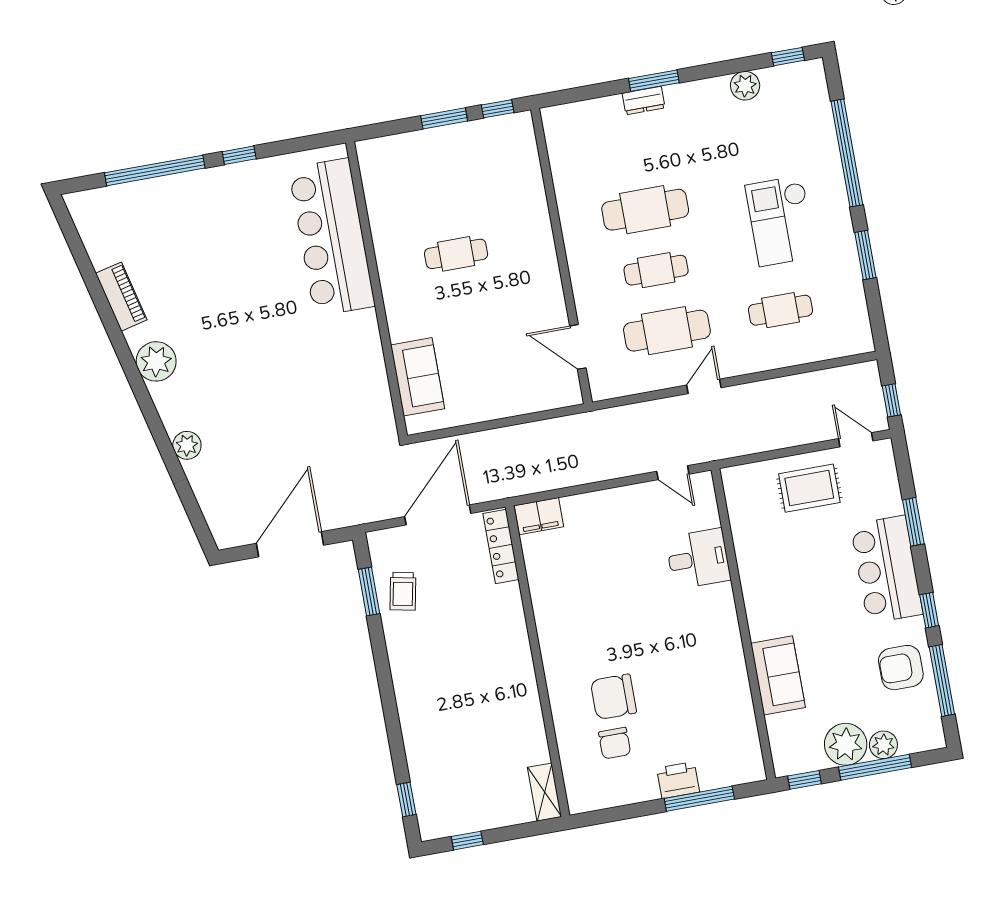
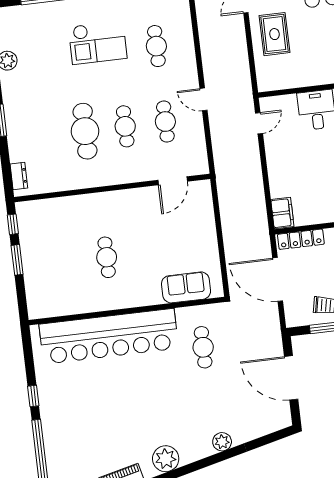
dresser: (644, 101) -> (19, 176), moved
bar counter: (332, 237) -> (109, 336), width x1.36
cafe table: (667, 331) -> (165, 122), width x0.73, depth x0.74
cafe table: (328, 408) -> (203, 347), added

